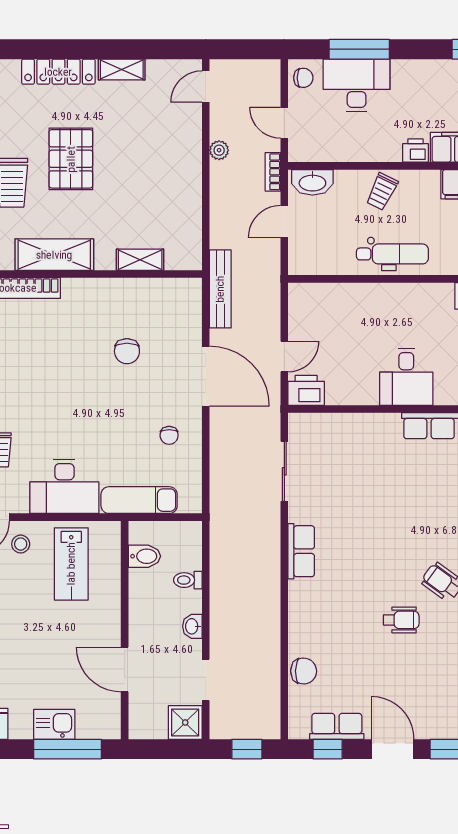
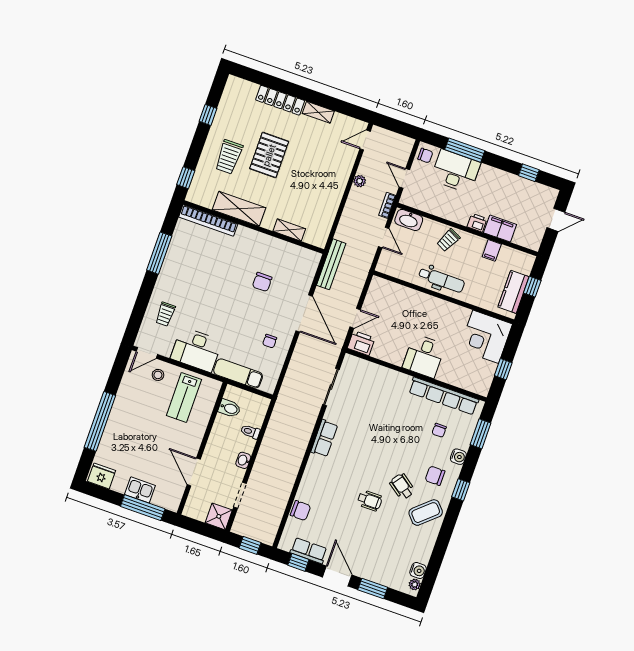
door: (284, 221) -> (384, 237), swing flipped

